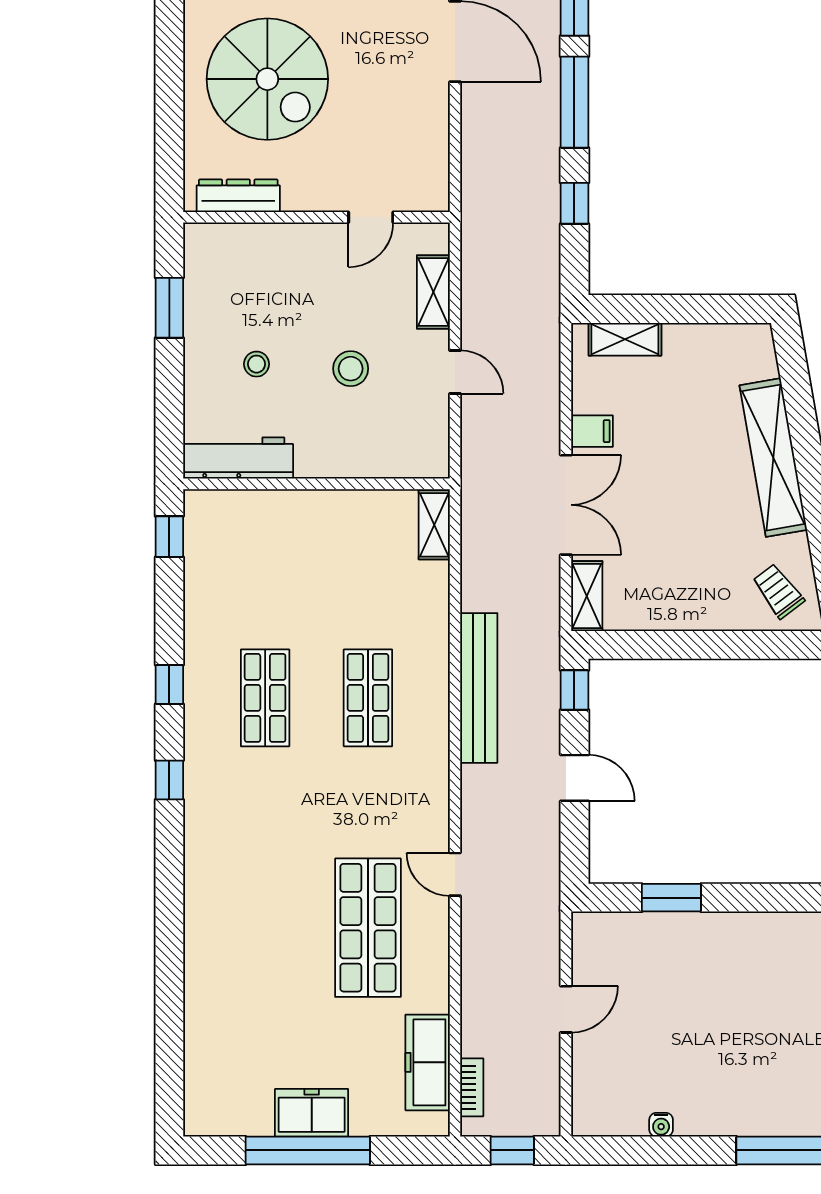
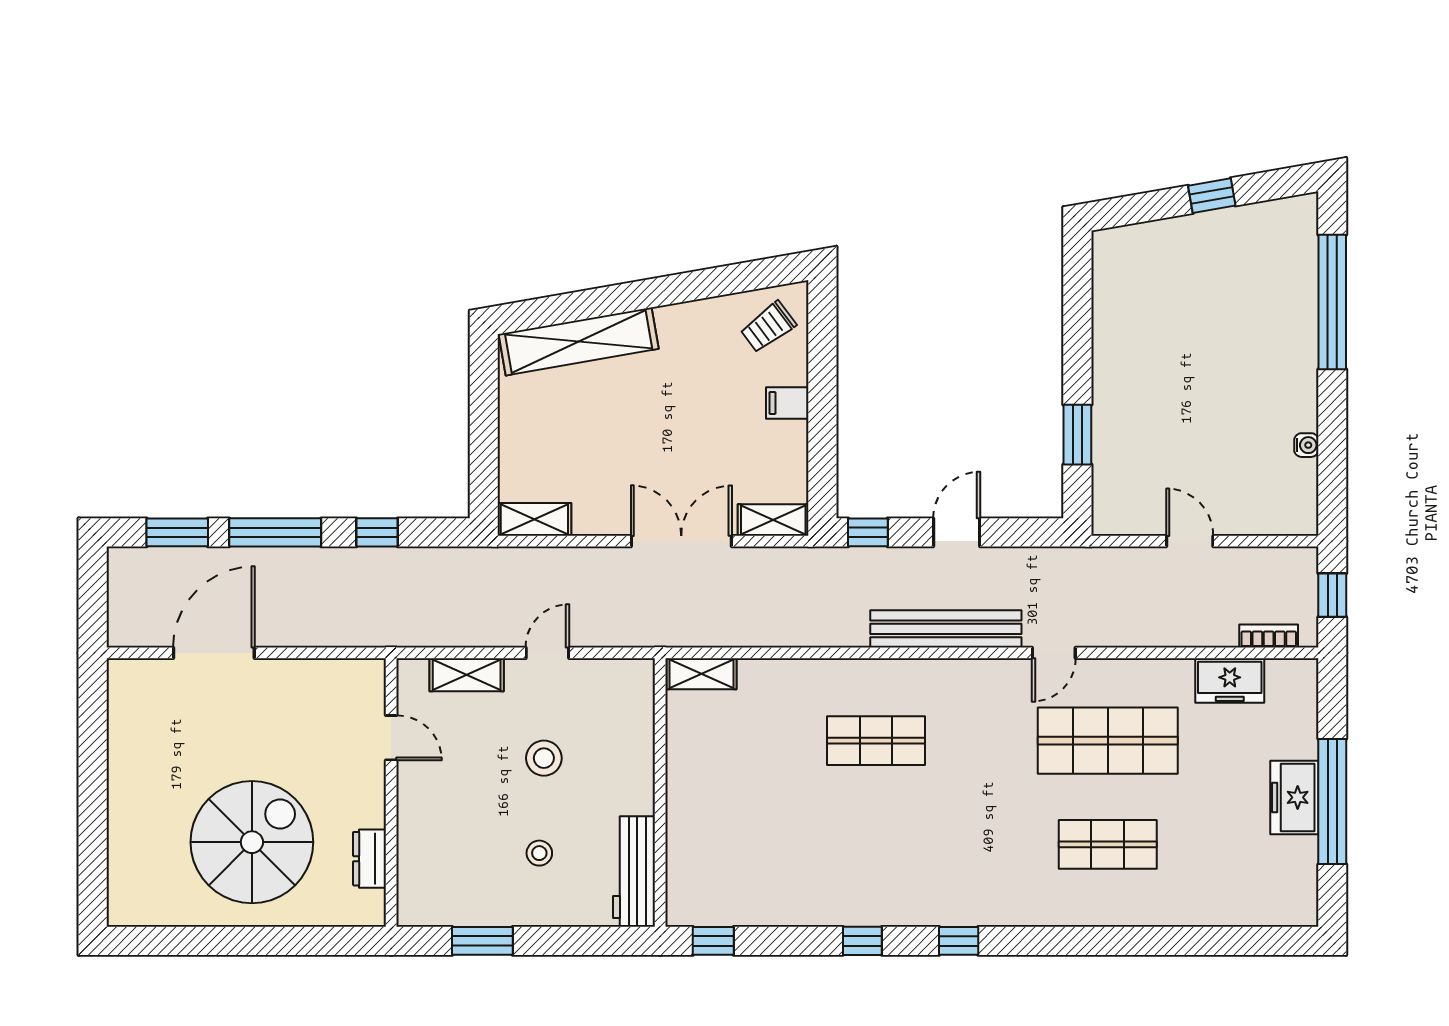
dresser: (238, 196) -> (370, 859), width x0.70
shelving: (625, 339) -> (534, 519), moved, turned 90
filing cabinet: (592, 431) -> (787, 403), moved, turned -90
shelving: (773, 458) -> (579, 341), moved
bench: (479, 688) -> (946, 629), moved
shop shelf: (265, 698) -> (1108, 844), moved
freezer: (428, 1062) -> (1230, 680), width x0.71

